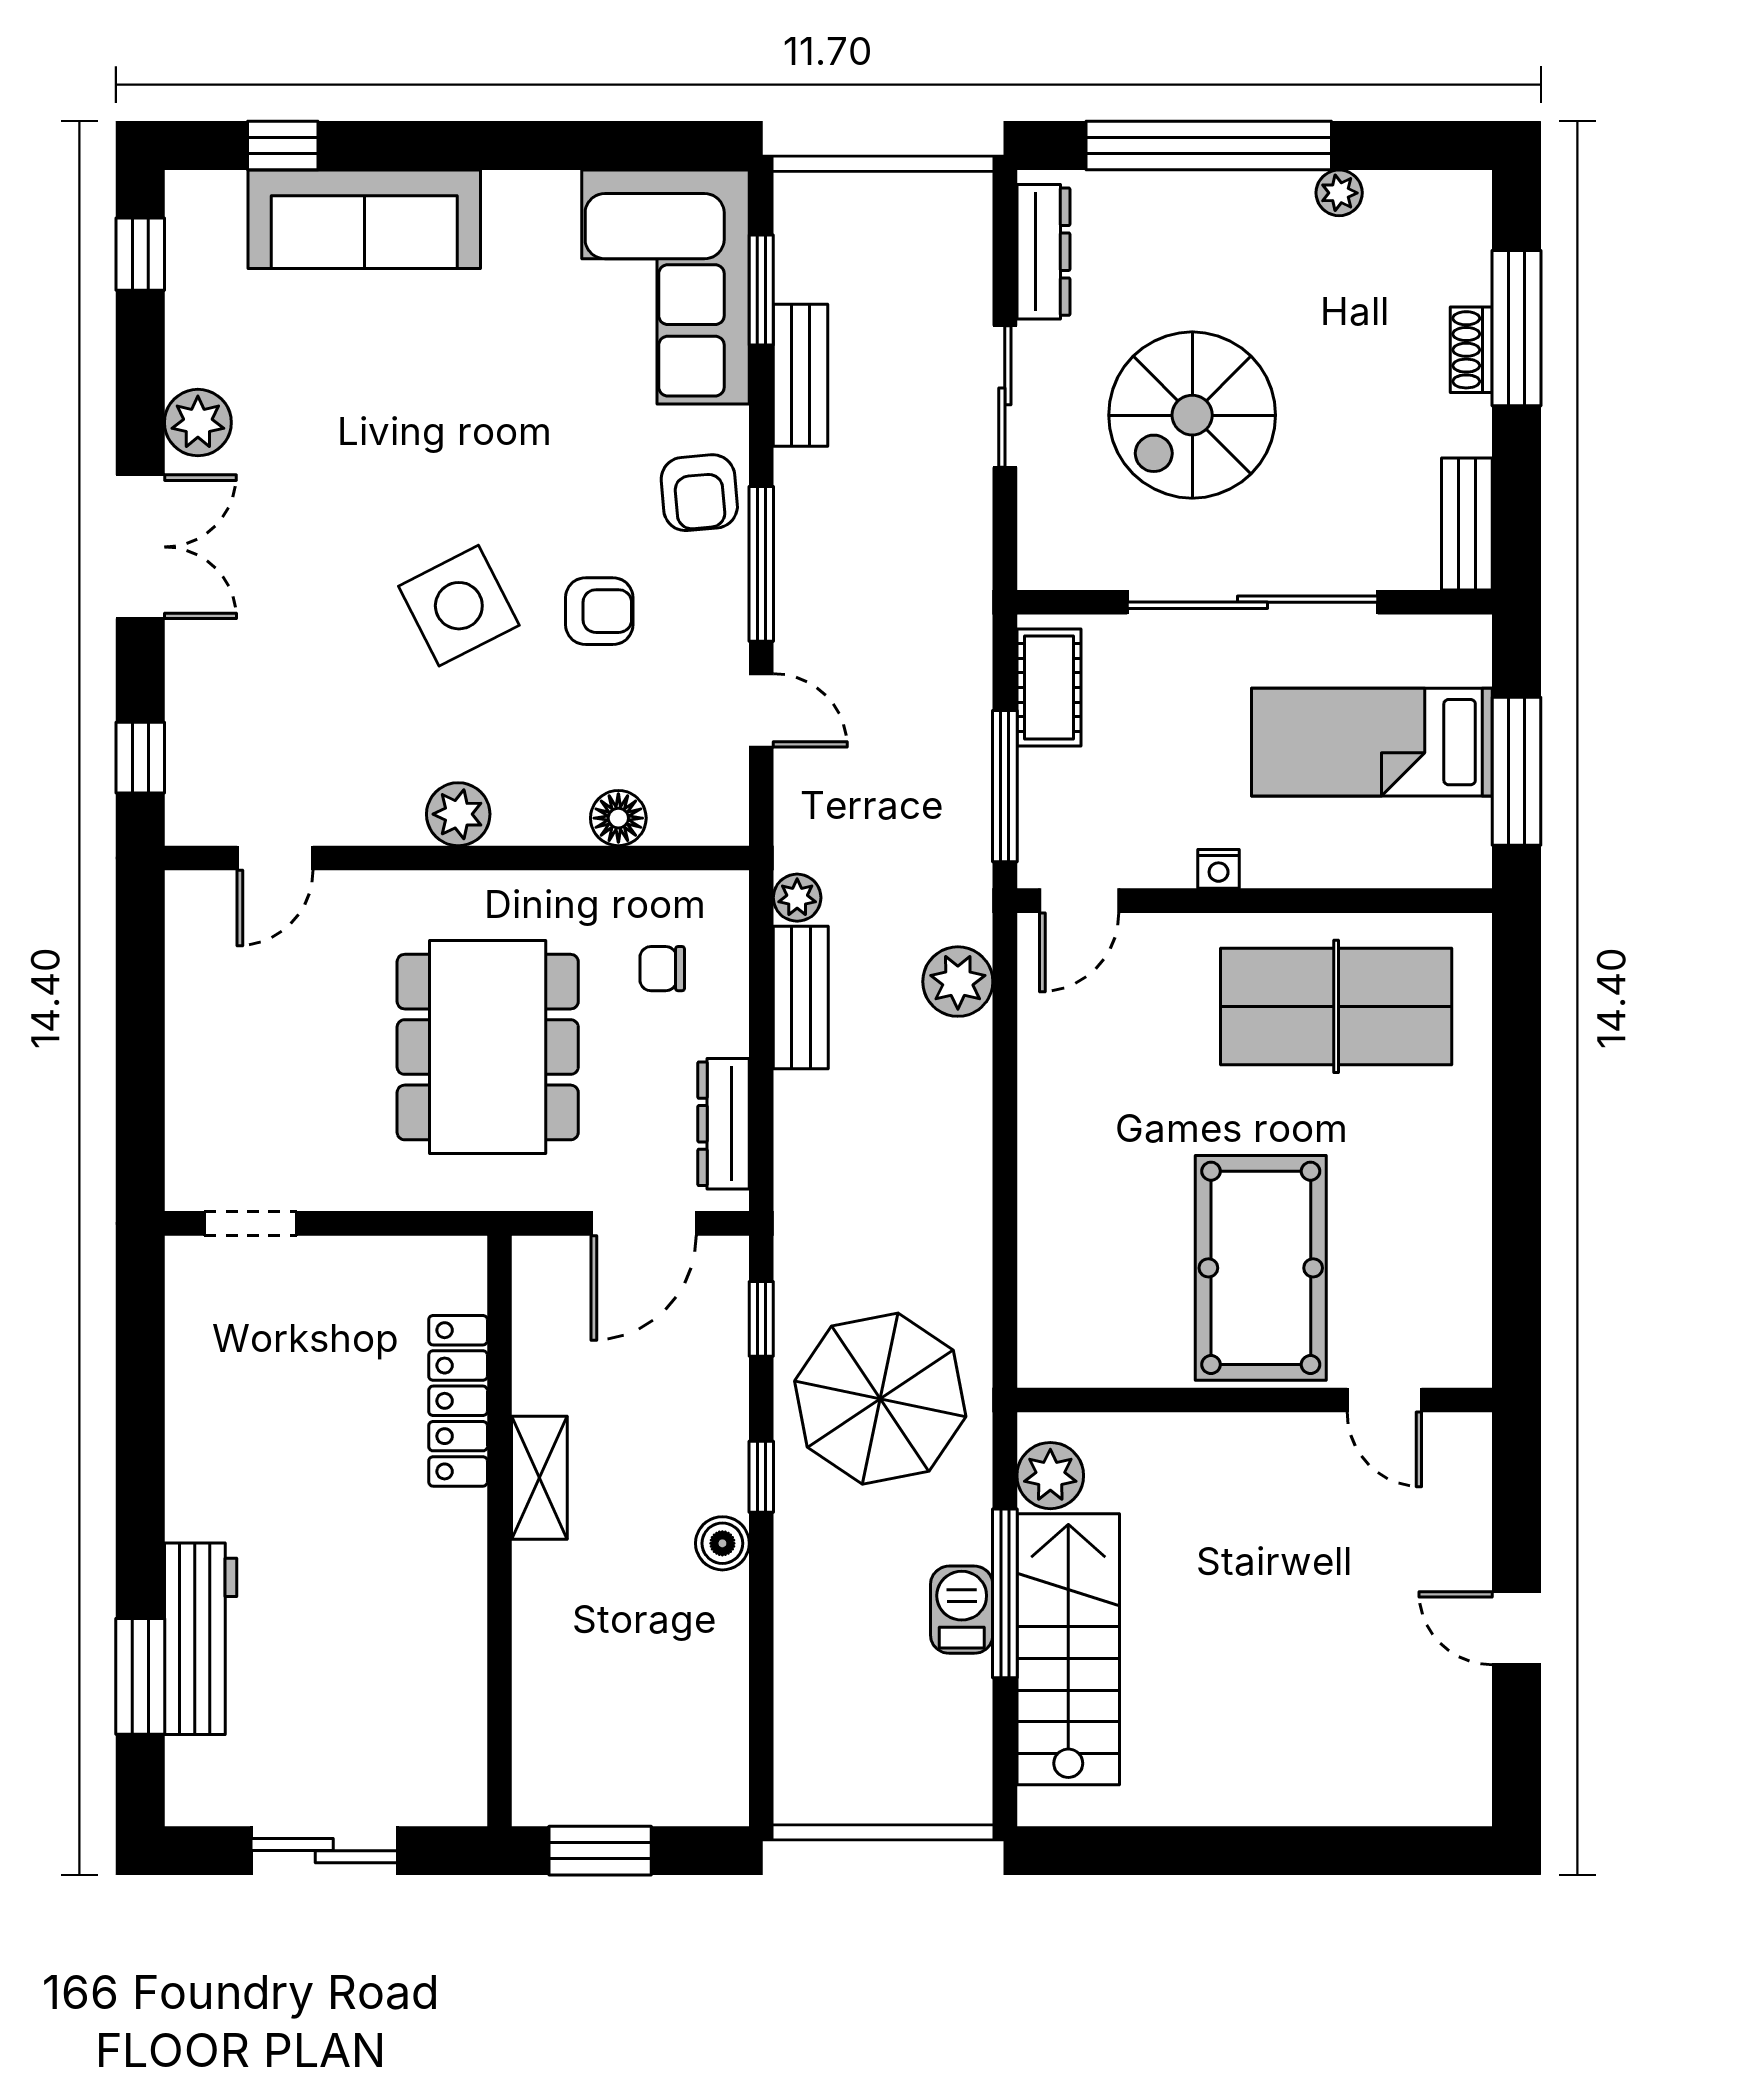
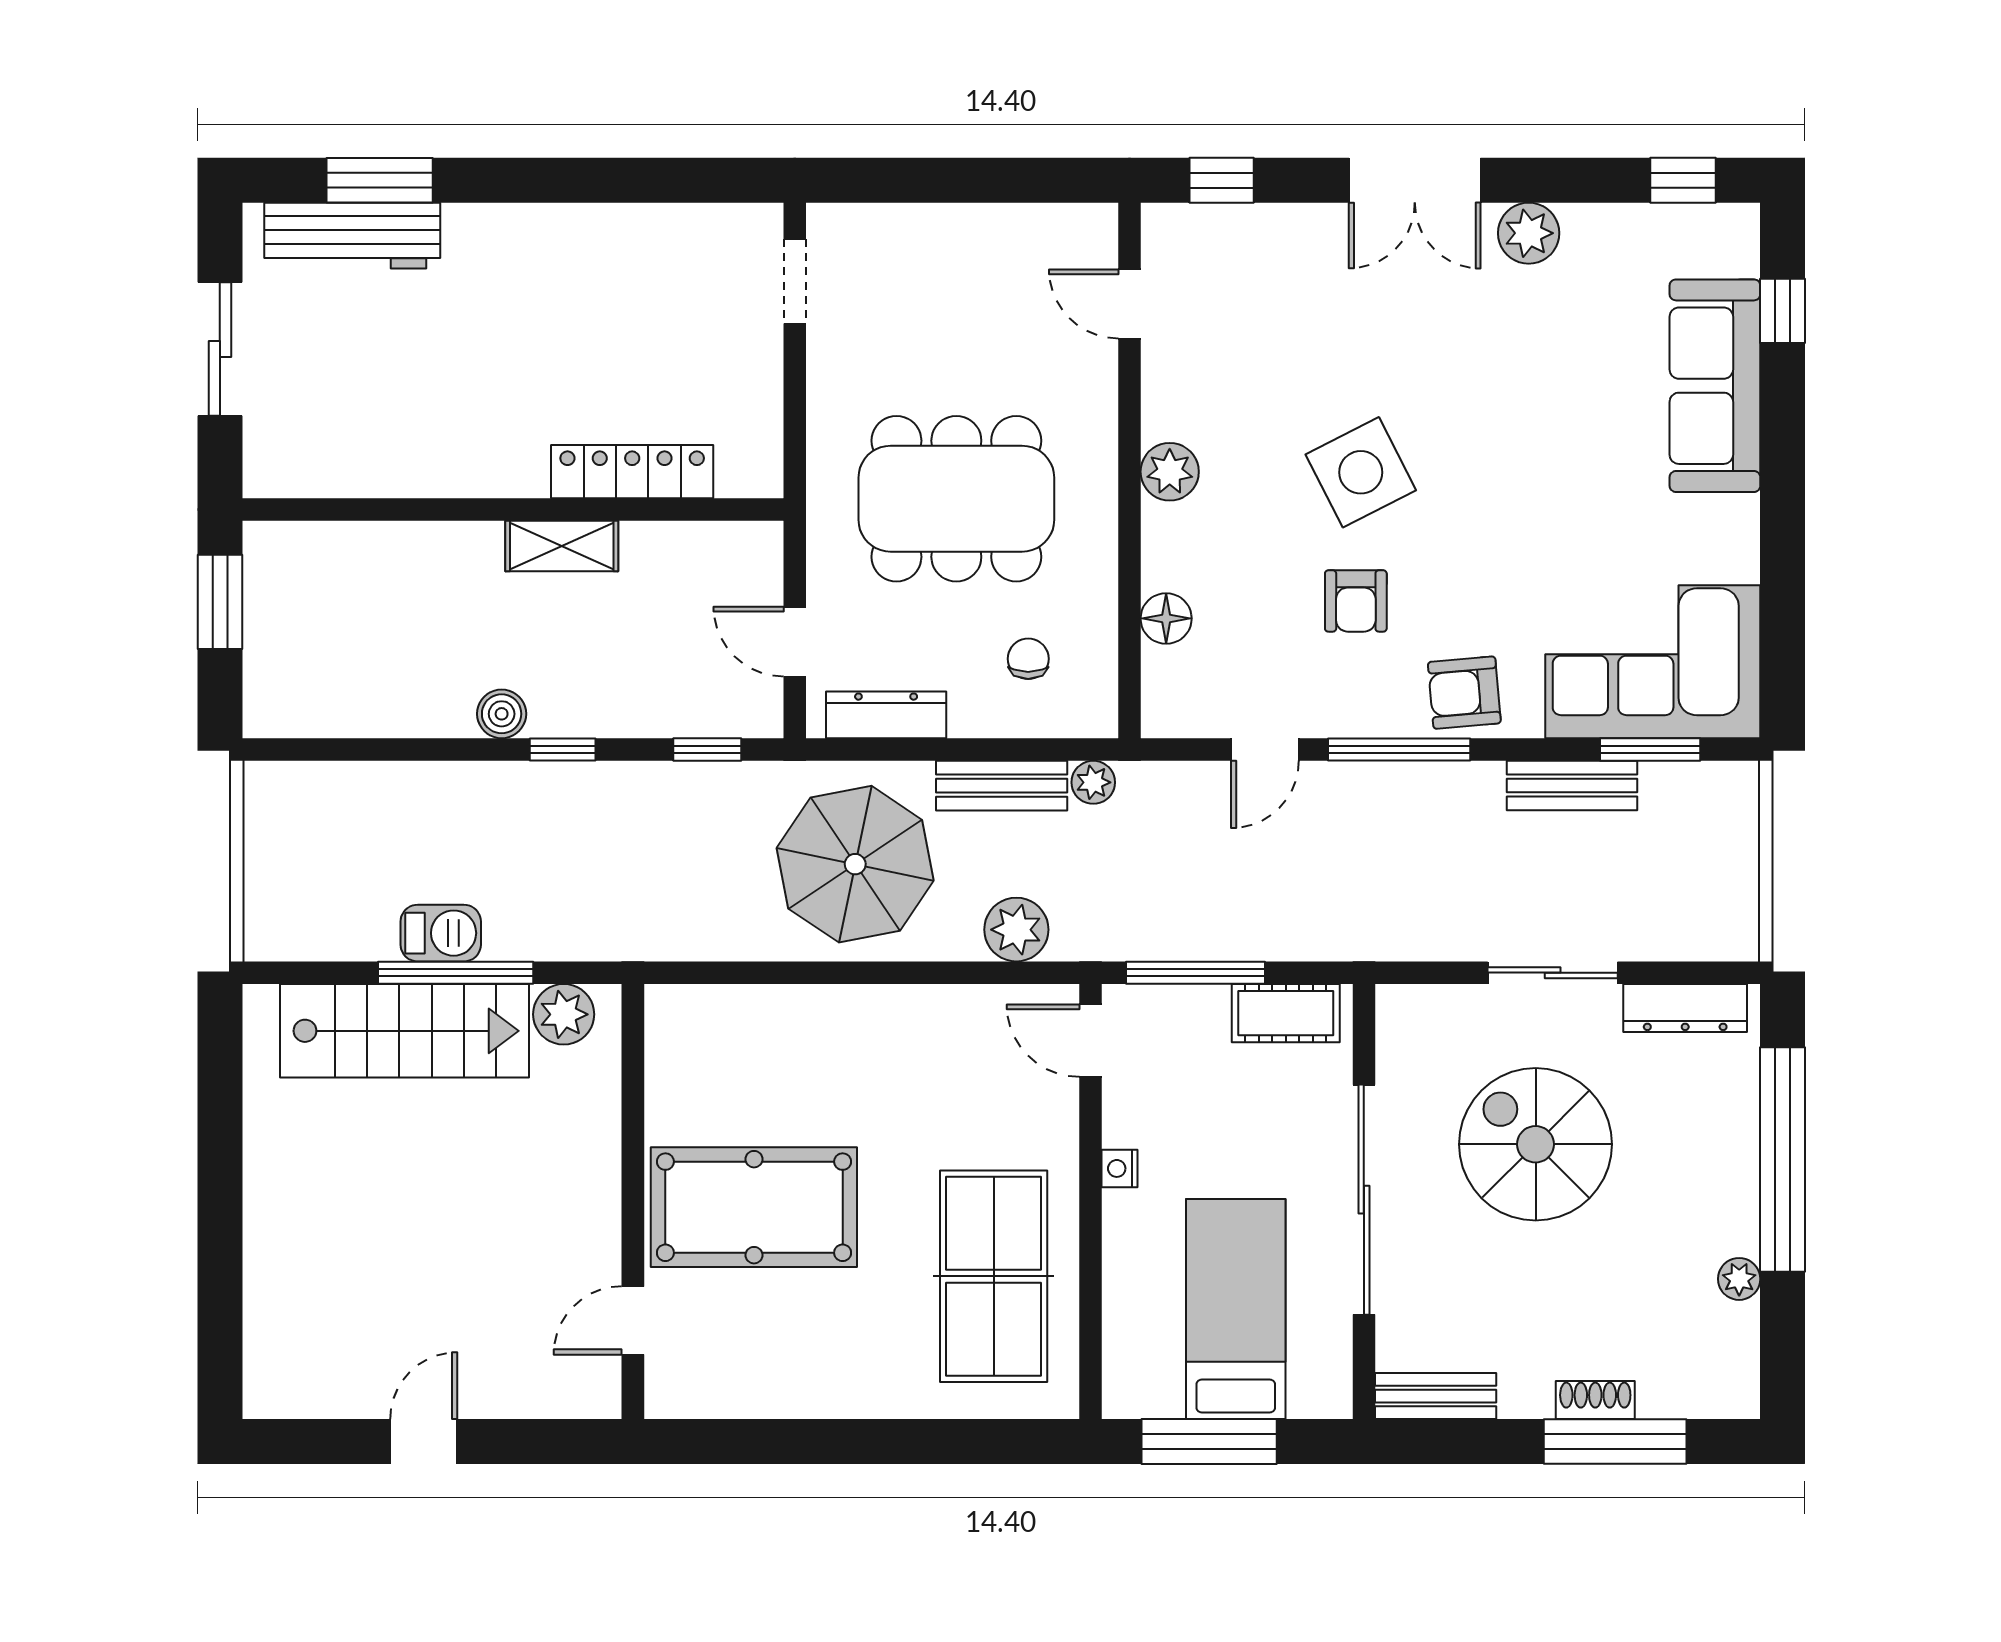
door: (644, 1223) -> (795, 642), width x0.73
parasol: (880, 1399) -> (855, 864), moved
workbench: (201, 1639) -> (352, 236), moved

